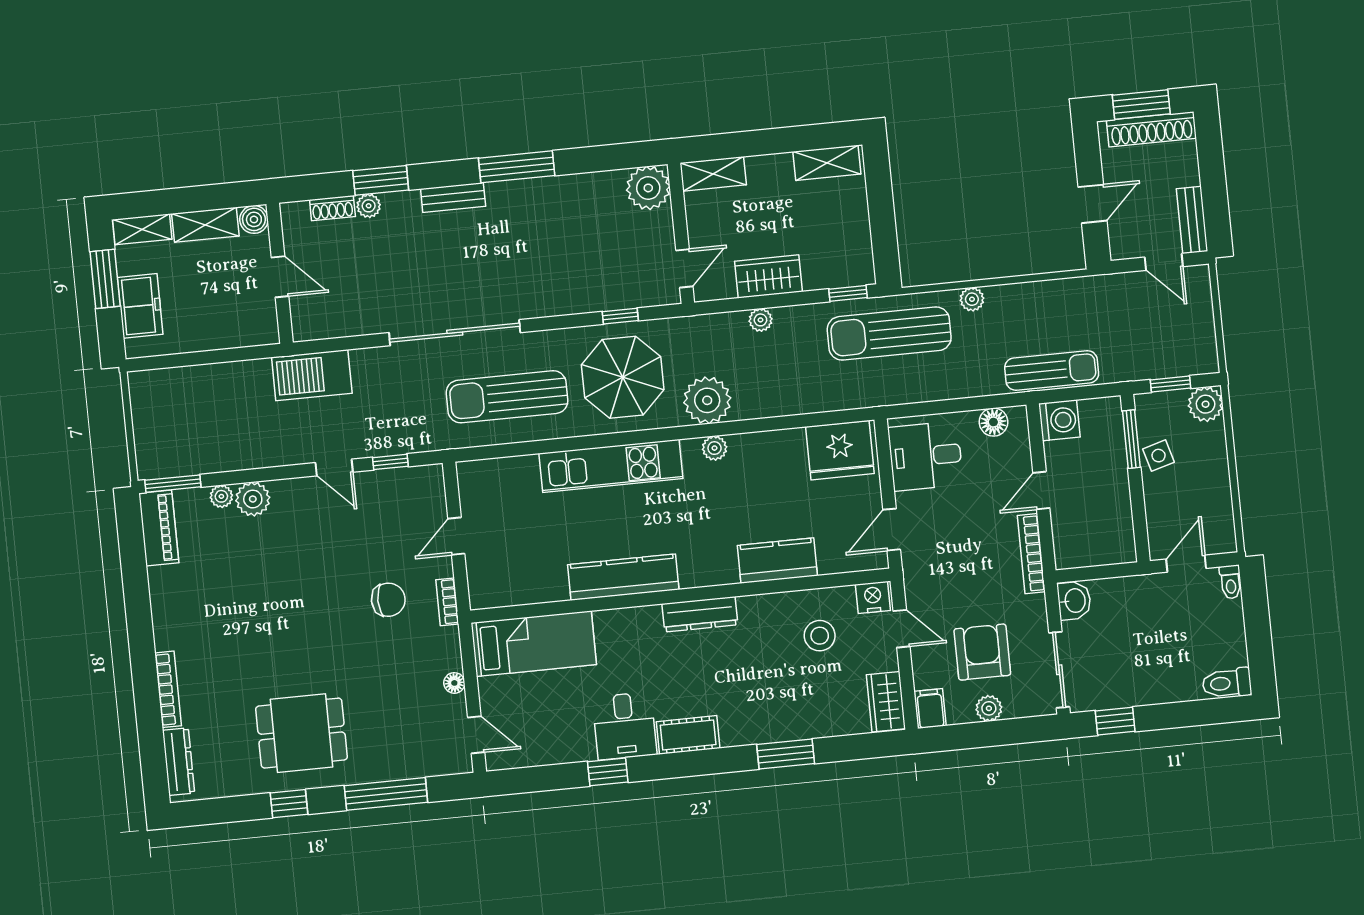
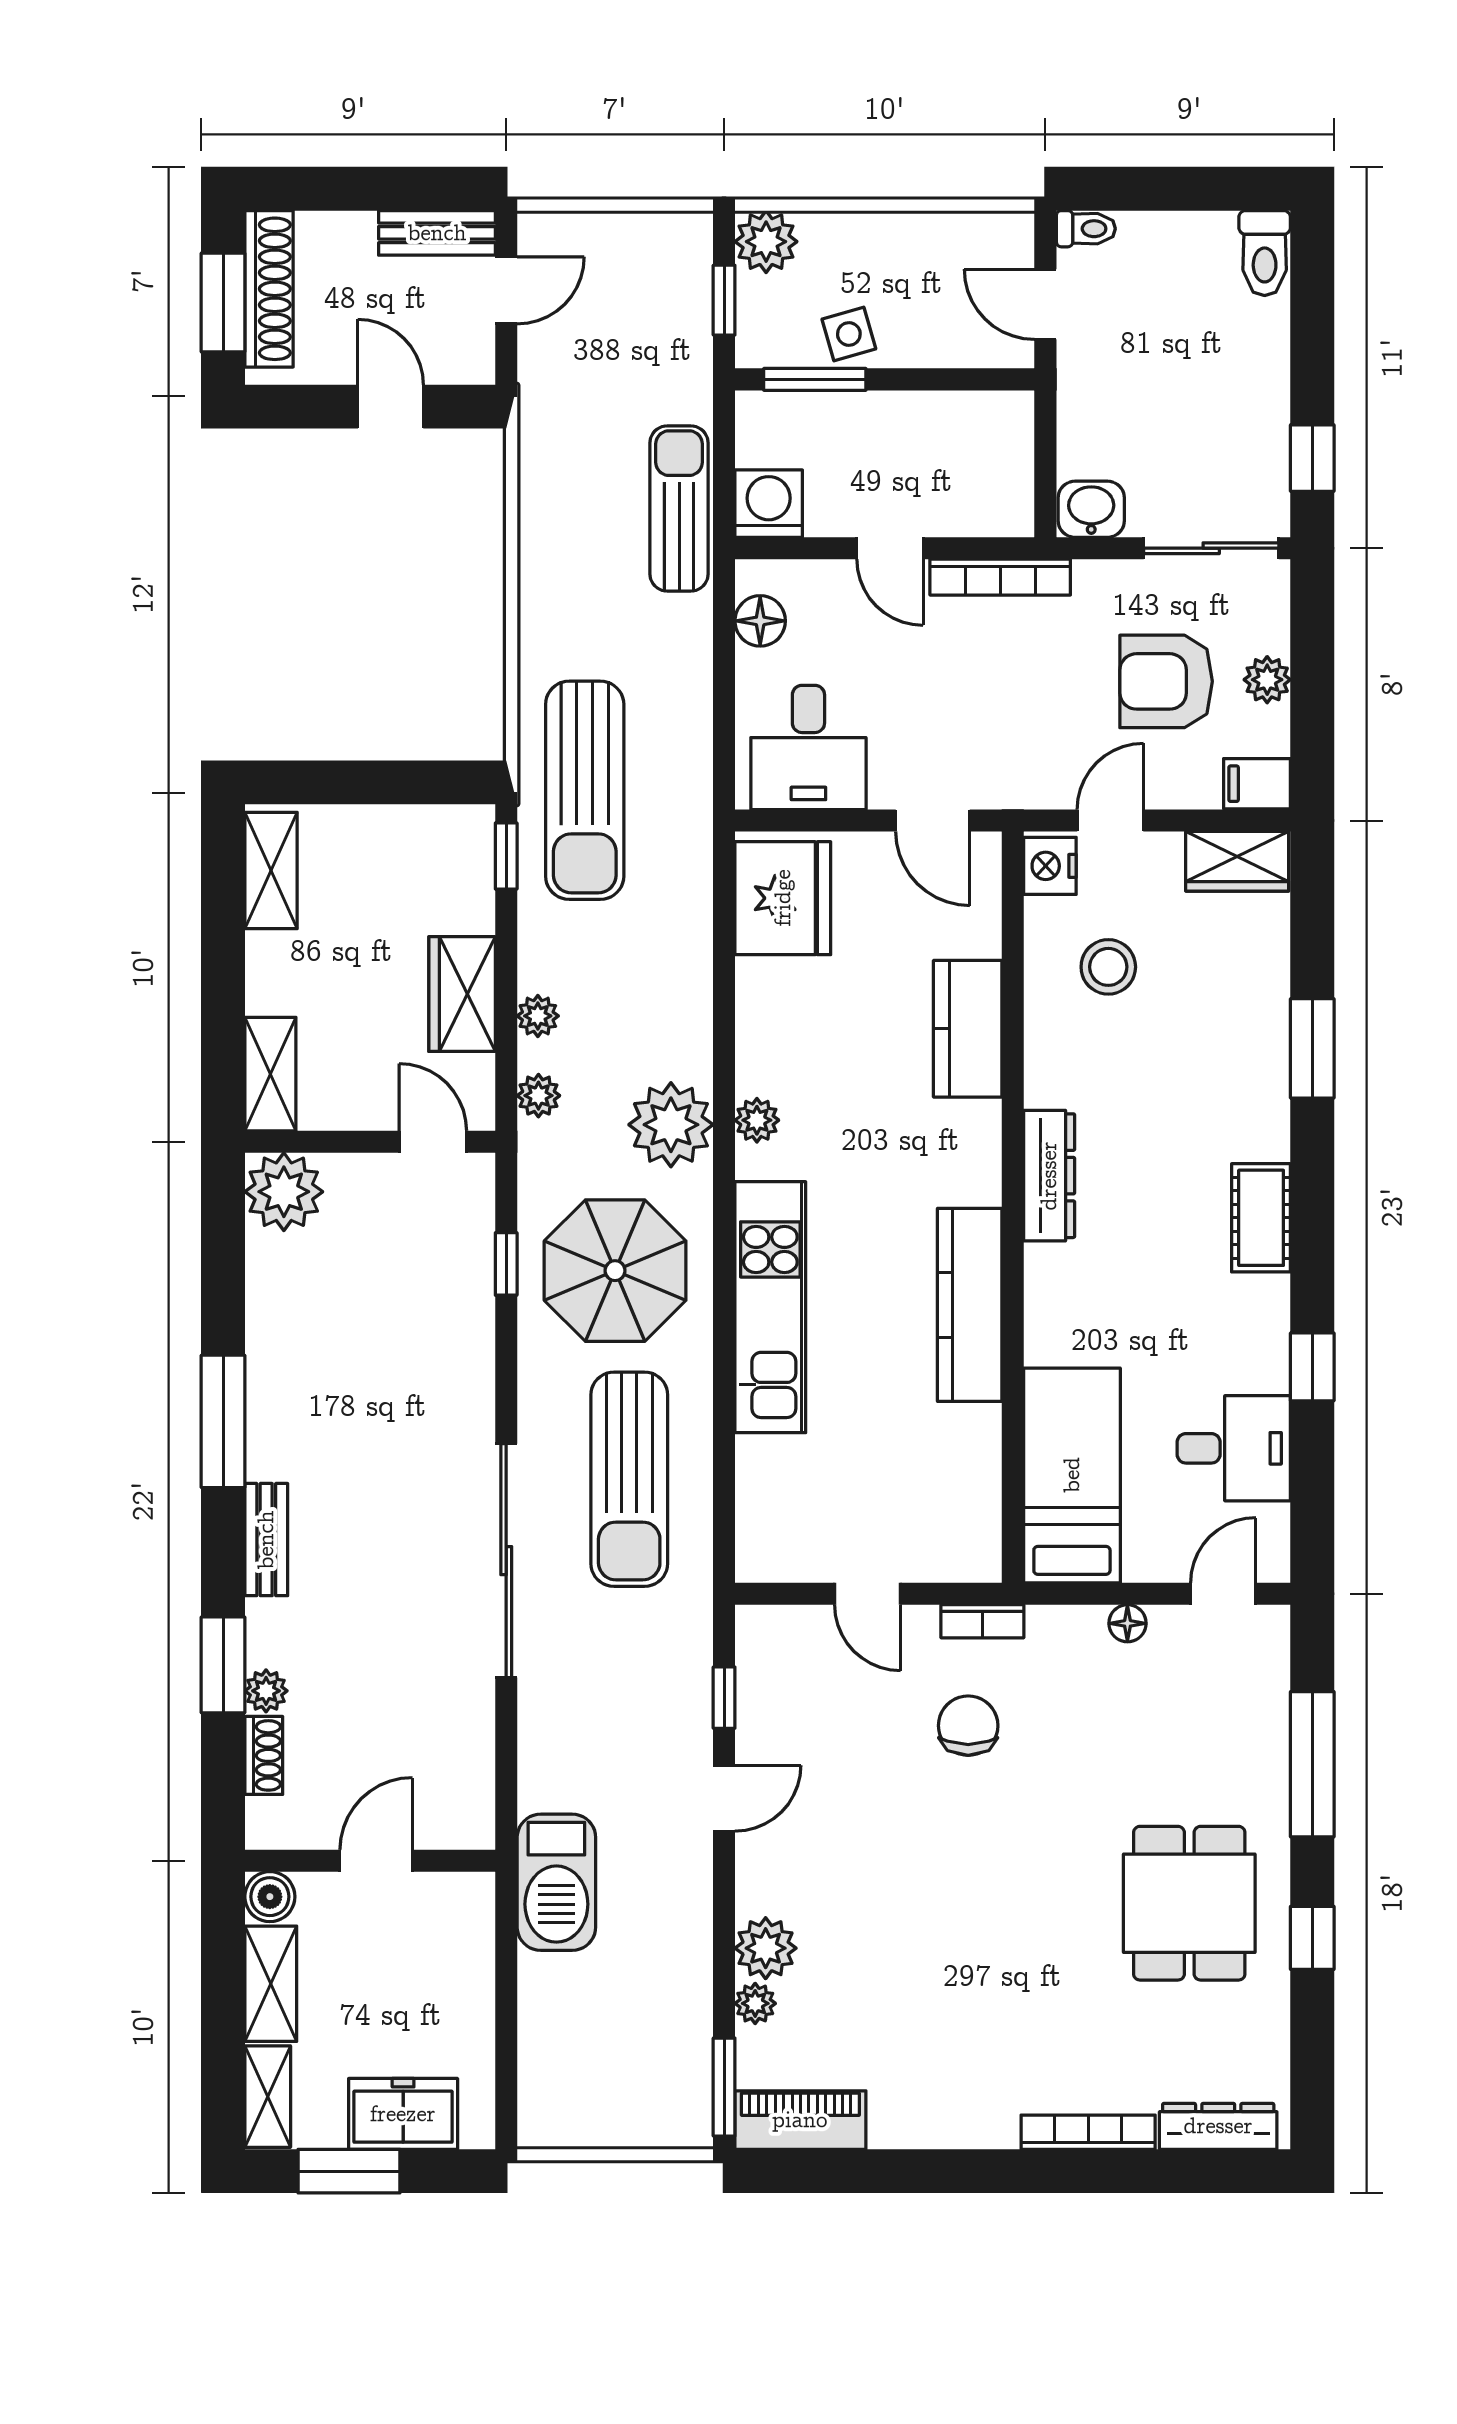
plant: (972, 299) -> (538, 1096), moved
barbecue: (312, 375) -> (556, 1882), moved
desk: (625, 726) -> (1234, 1448), moved

